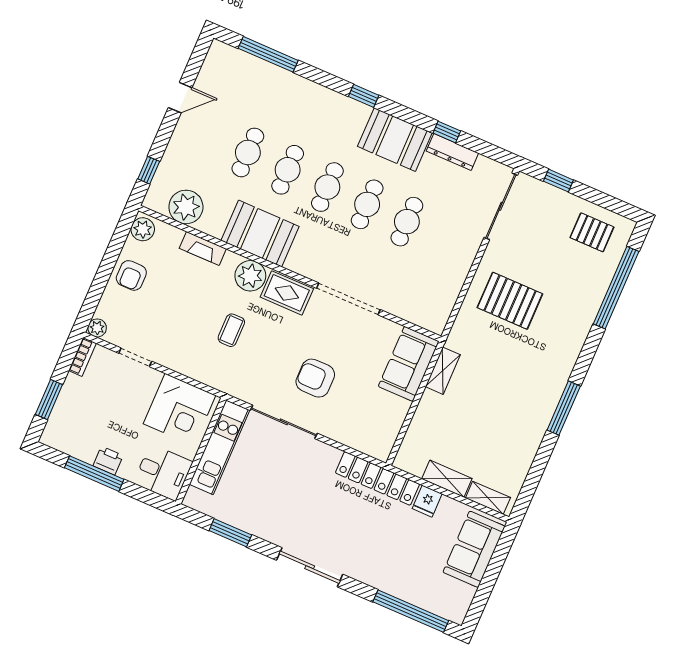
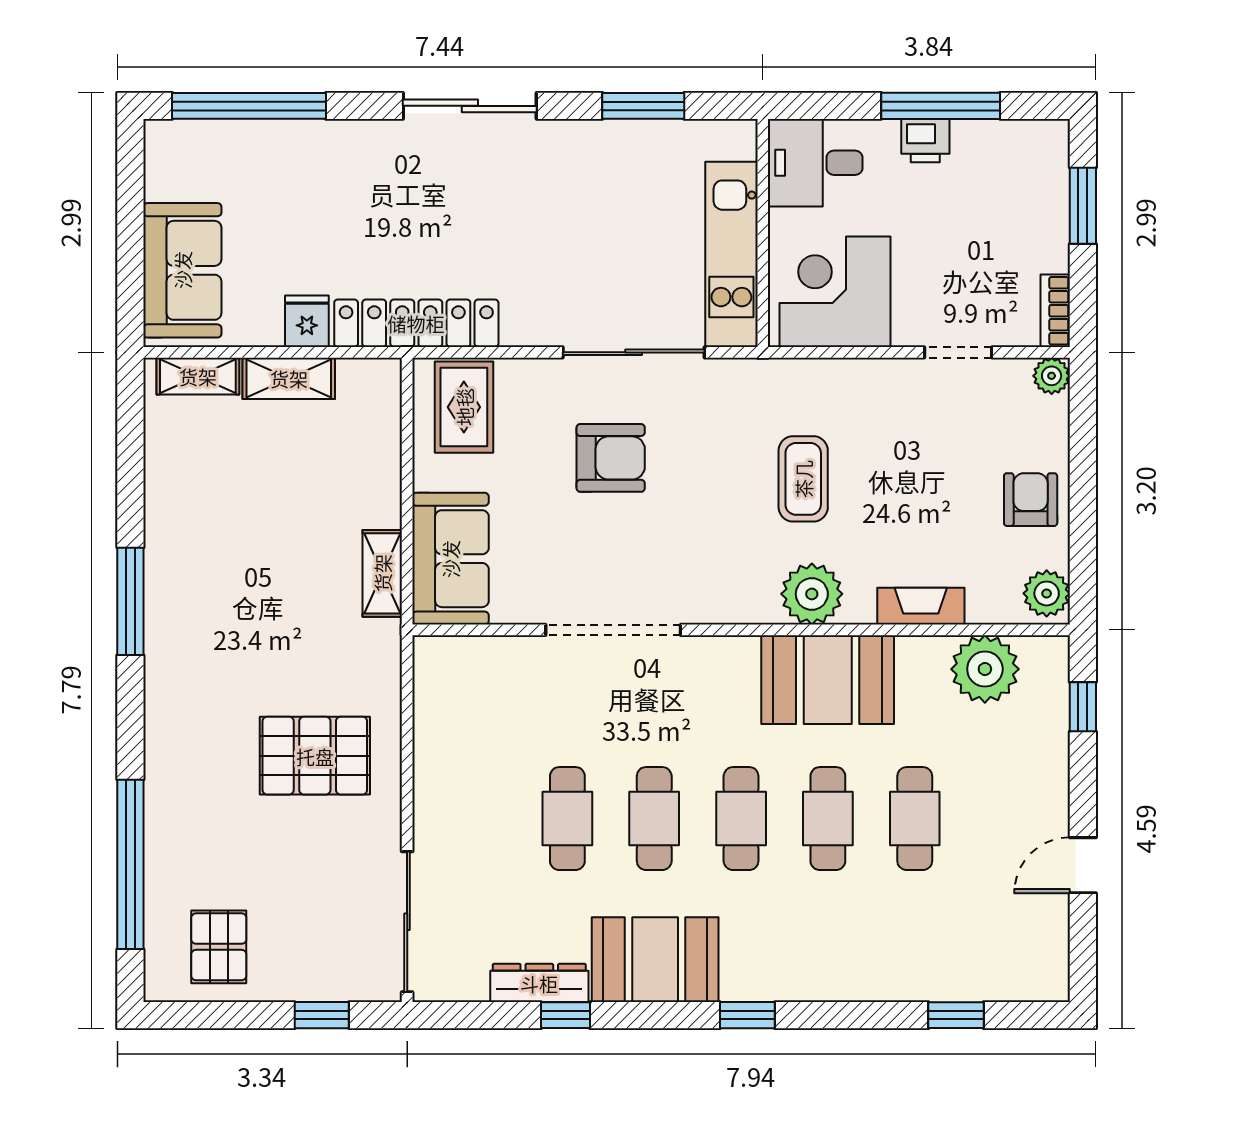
window: (268, 54) -> (956, 1015), width x0.46
pallet: (592, 232) -> (219, 947), turned 90
rug: (287, 293) -> (464, 407), moved, turned 90
coffee table: (231, 330) -> (803, 479), width x1.36, depth x1.30

